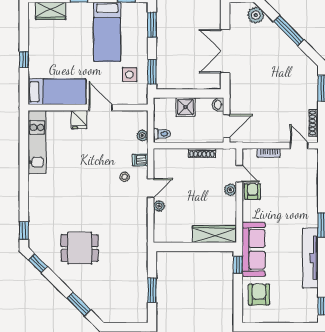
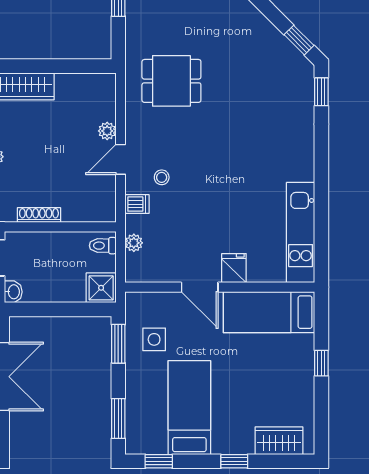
shower: (186, 107) -> (101, 288), moved
dining table: (80, 248) -> (171, 81), moved

